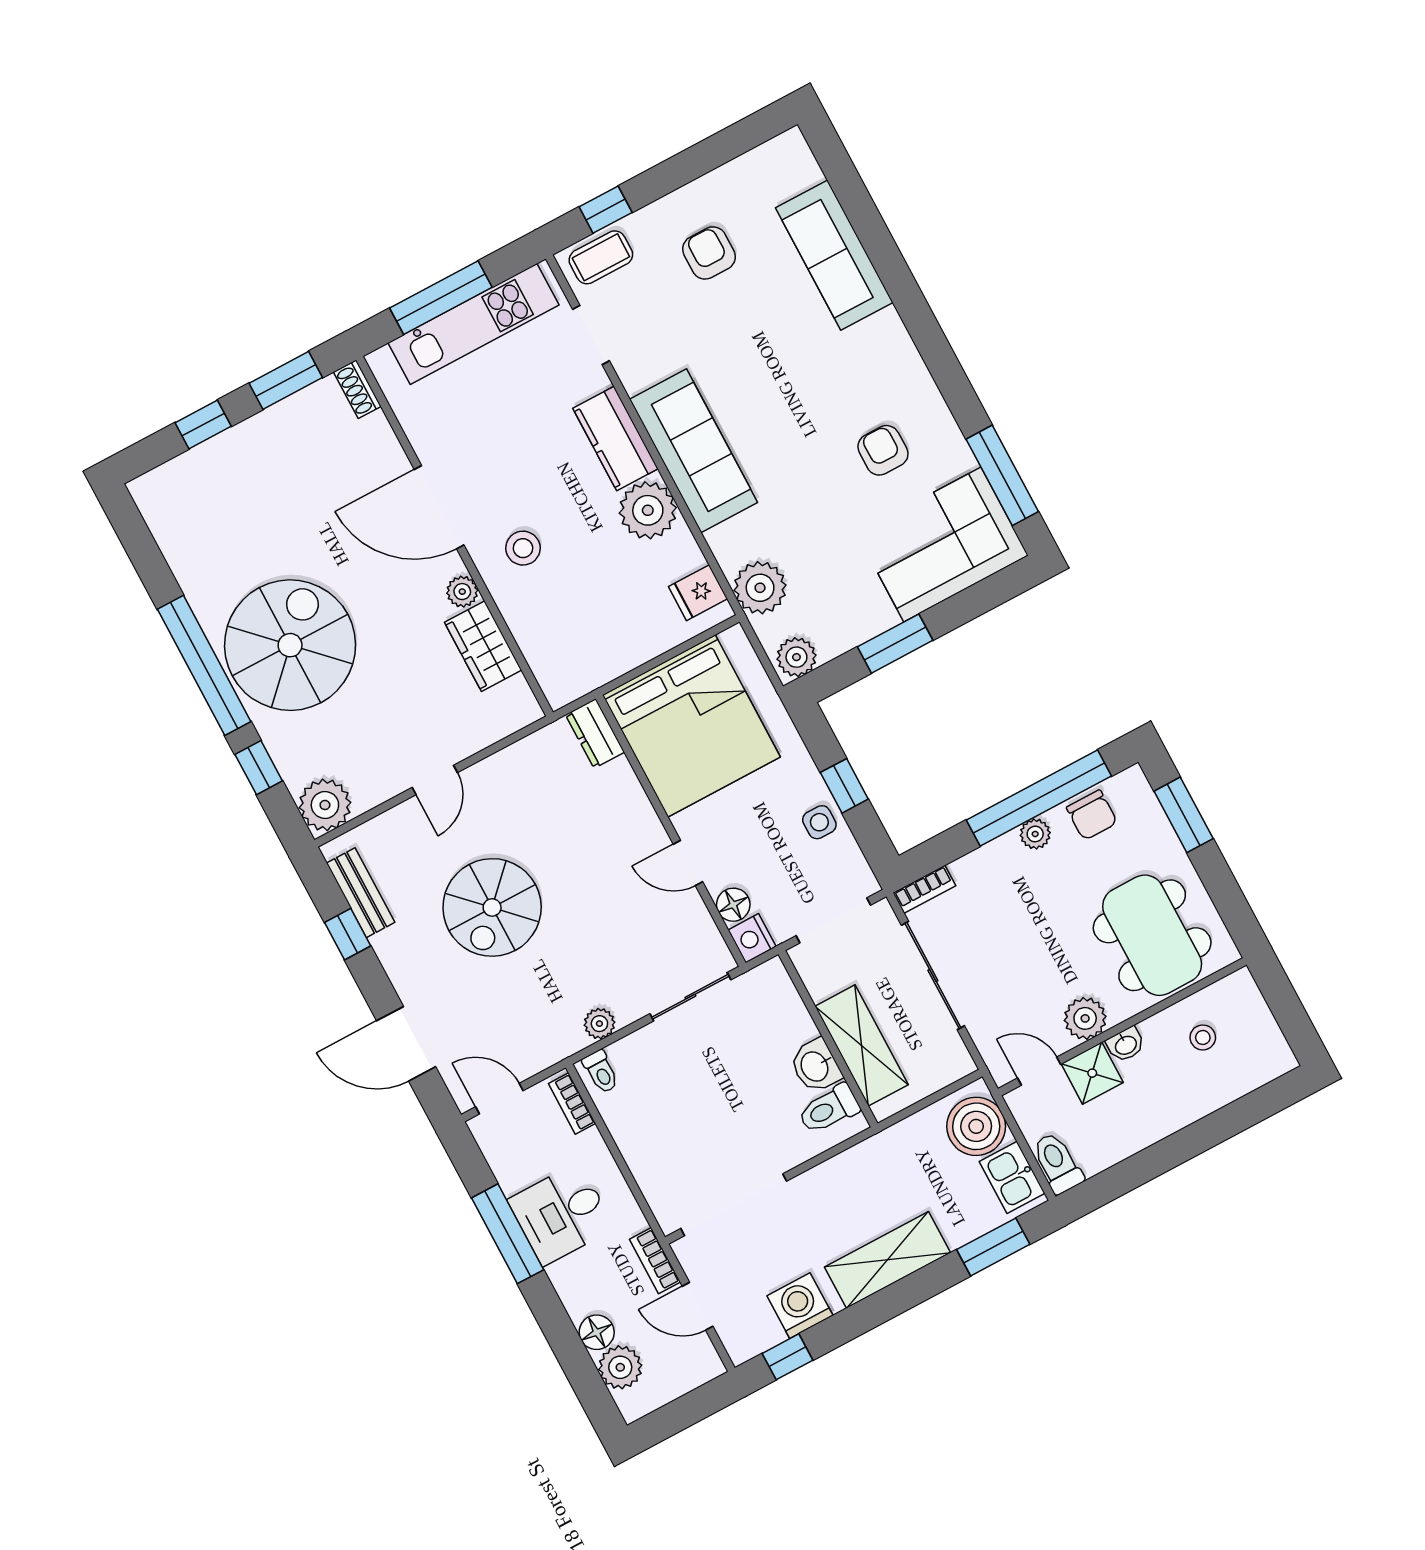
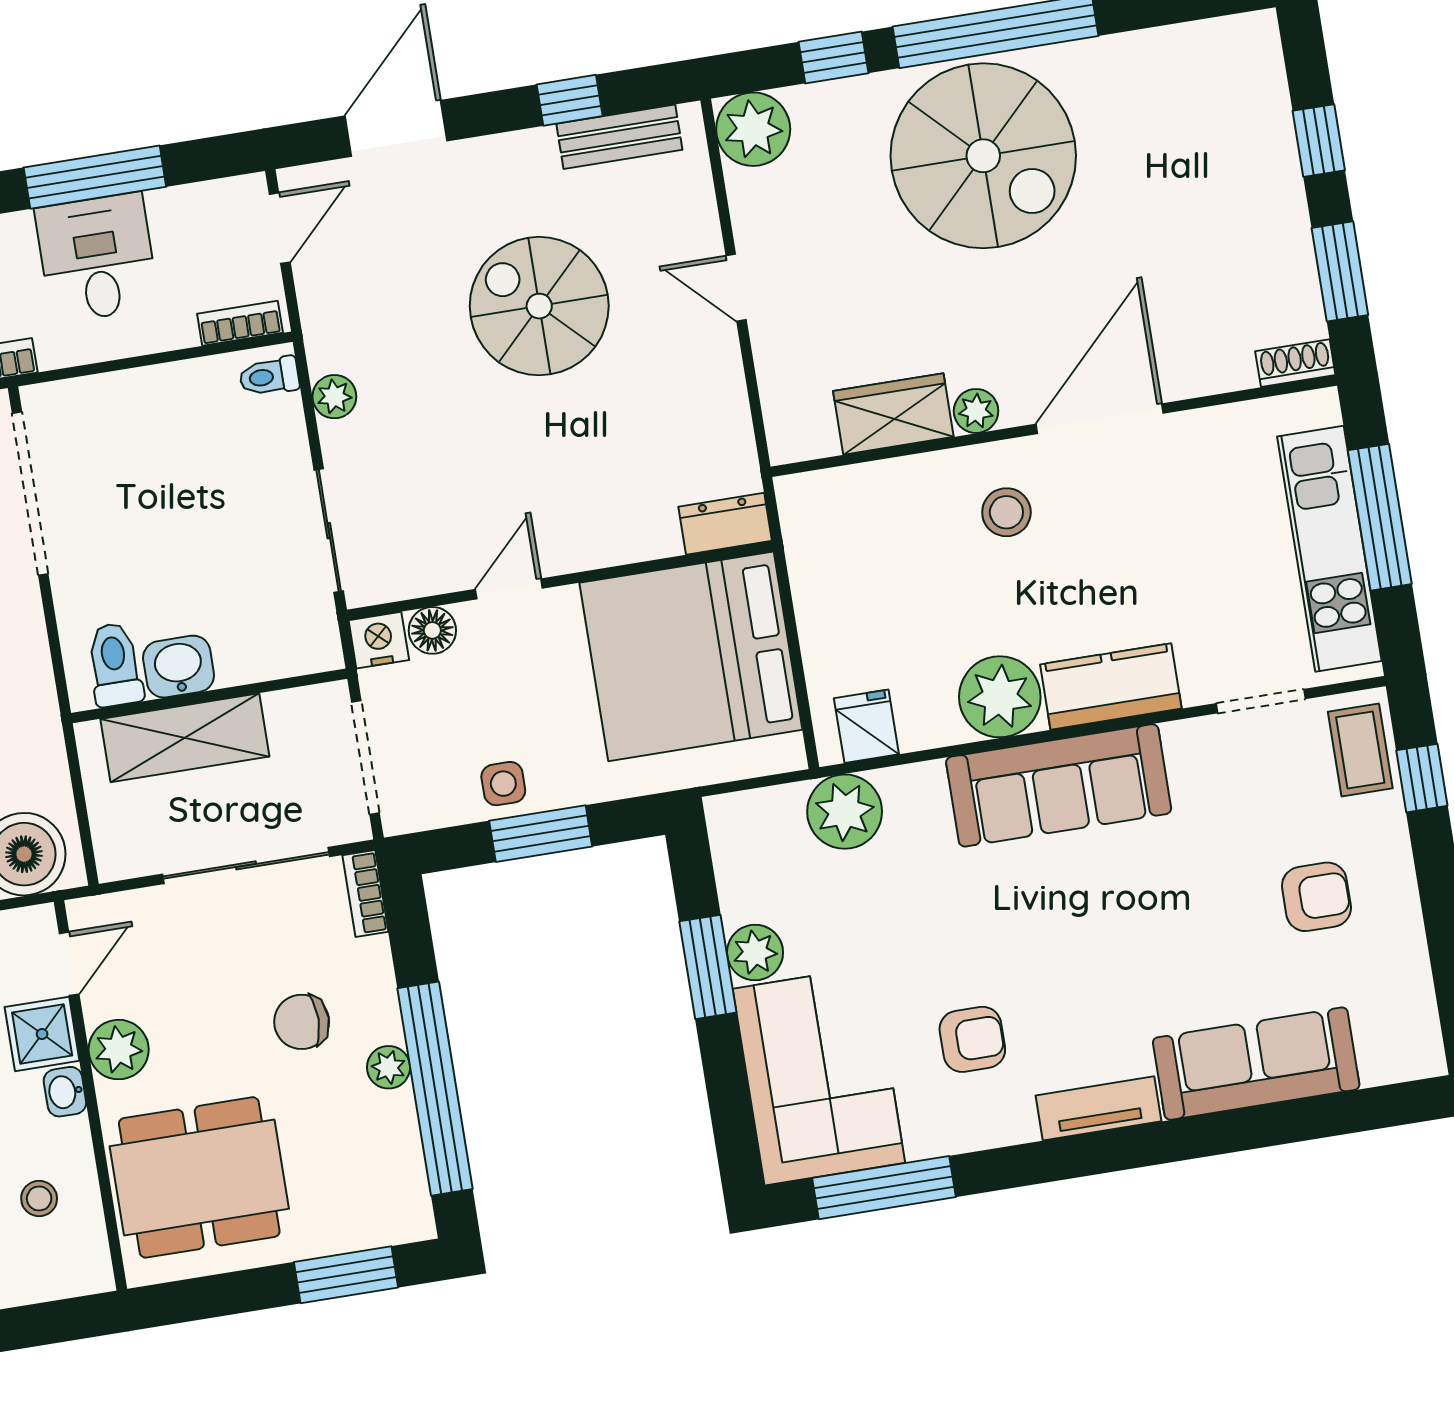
tv unit: (900, 350) -> (1098, 1108), added
plant: (796, 657) -> (755, 952), moved
window: (844, 786) -> (541, 834), width x1.50
chair: (1092, 815) -> (302, 1022), moved

